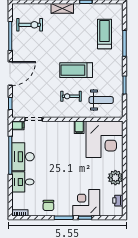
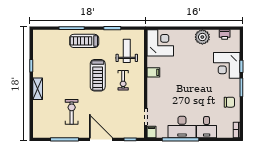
exercise bike: (30, 25) -> (72, 112), moved
treadmill: (104, 34) -> (84, 41), moved
corner desk: (105, 139) -> (160, 43), width x0.74, depth x0.74

